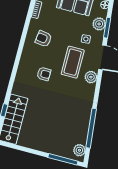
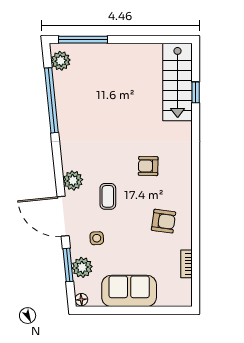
coffee table: (73, 62) -> (108, 196), width x0.54, depth x0.58

